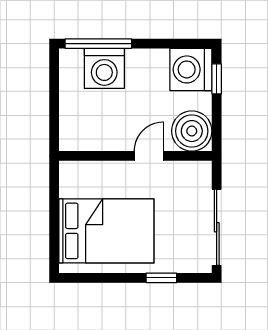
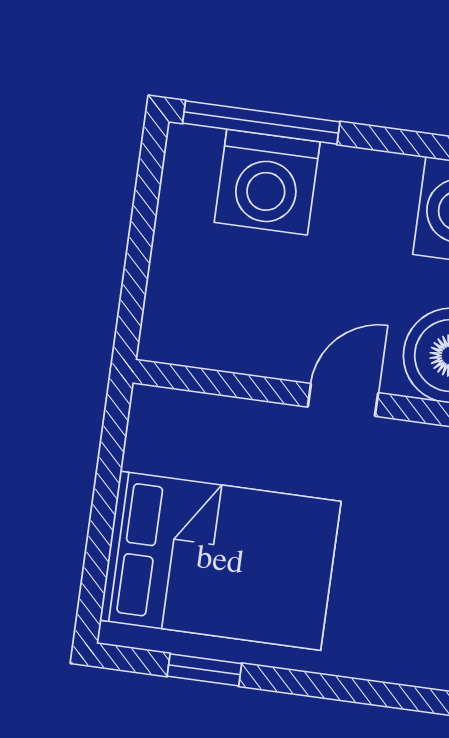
window: (161, 278) -> (204, 670), moved

